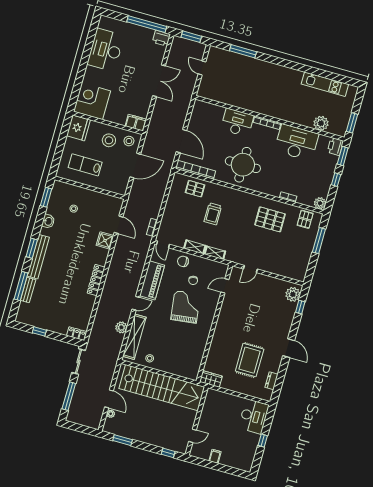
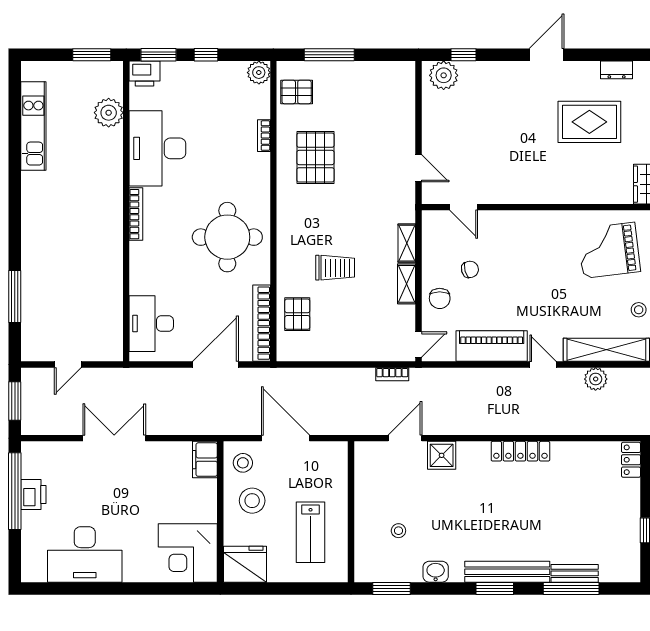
printer: (161, 38) -> (33, 494), moved
desk: (237, 122) -> (151, 324), moved
grand piano: (186, 307) -> (609, 250), moved

